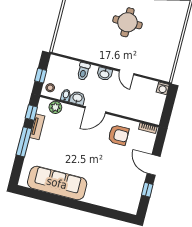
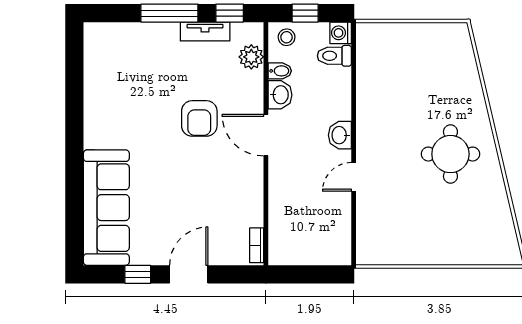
toilet: (83, 71) -> (334, 56), moved
washing machine: (163, 88) -> (341, 33), moved
armchair: (118, 135) -> (199, 118), moved
sofa: (57, 183) -> (106, 208), moved

